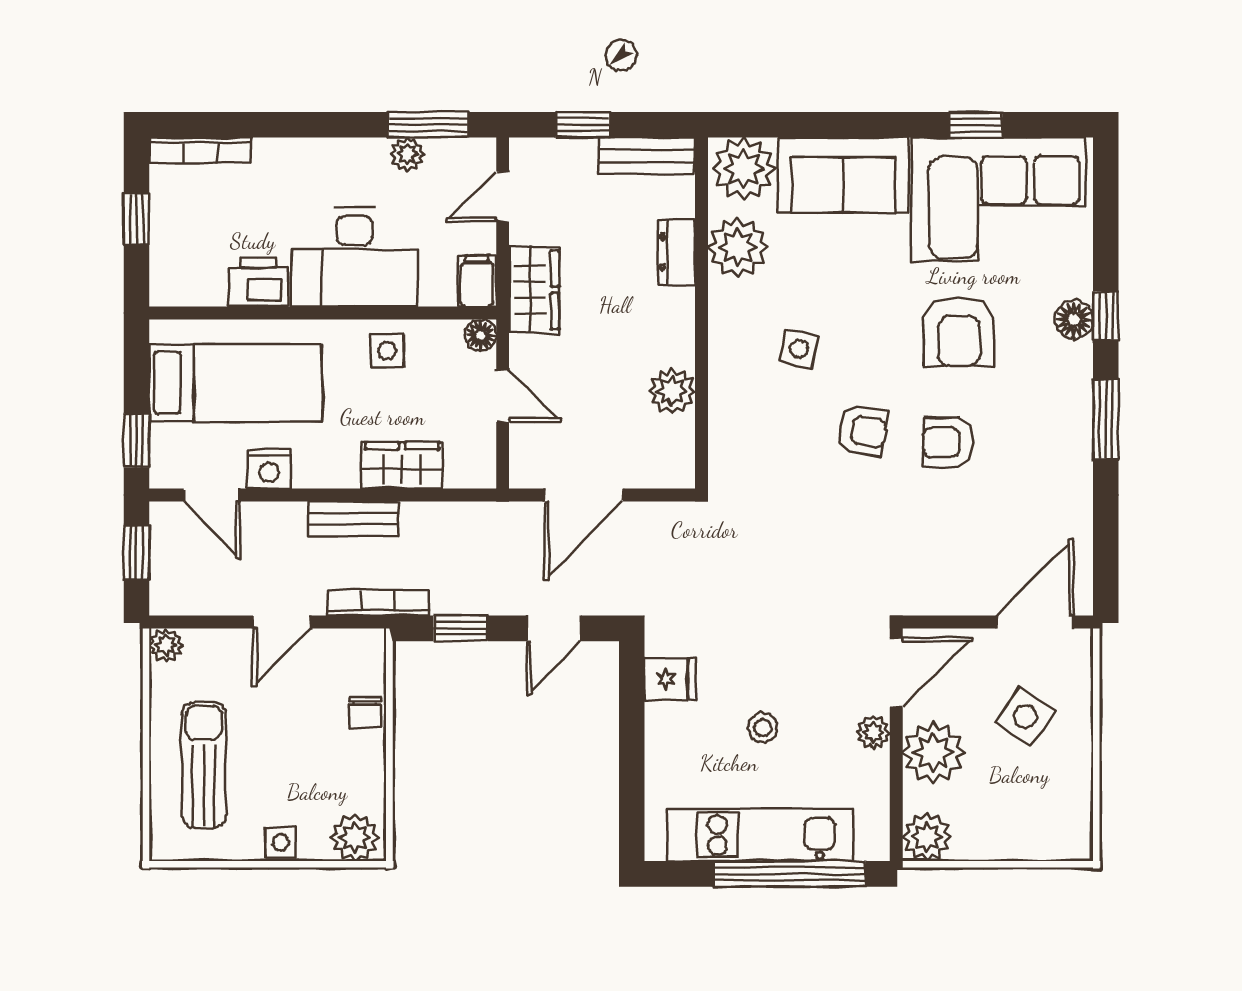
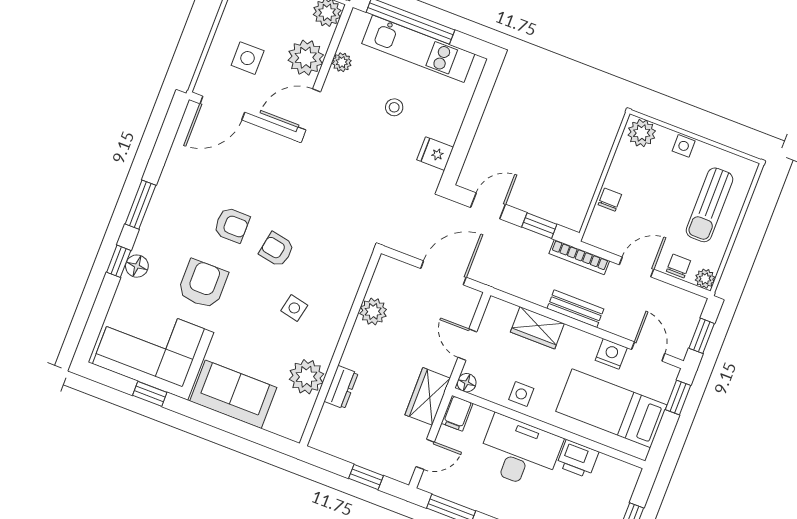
plant: (407, 154) -> (469, 498), removed
bench: (647, 156) -> (337, 446), removed
plant: (744, 169) -> (287, 419), removed
chair: (216, 649) -> (678, 266), added
side table: (1025, 716) -> (248, 58), turned -35
plant: (873, 732) -> (342, 62), moved

